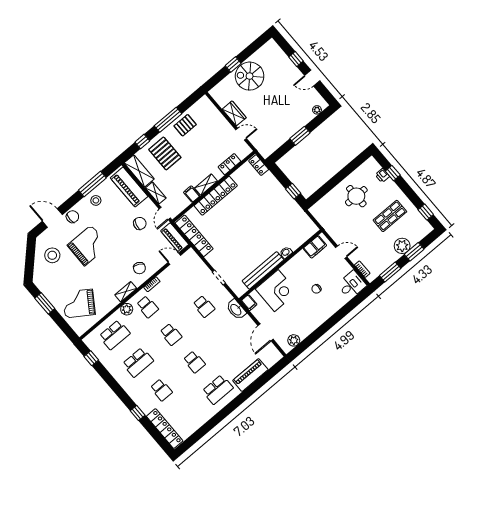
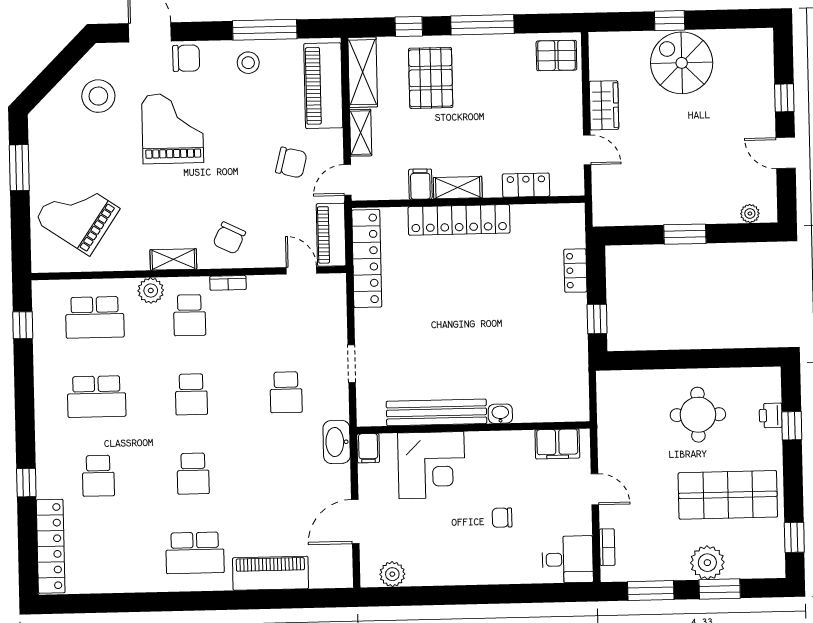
pallet: (185, 125) -> (556, 55), moved
locker: (259, 165) -> (575, 271), moved
shop shelf: (390, 216) -> (728, 495), width x1.43, depth x1.36
grand piano: (88, 245) -> (173, 128), turned -90

